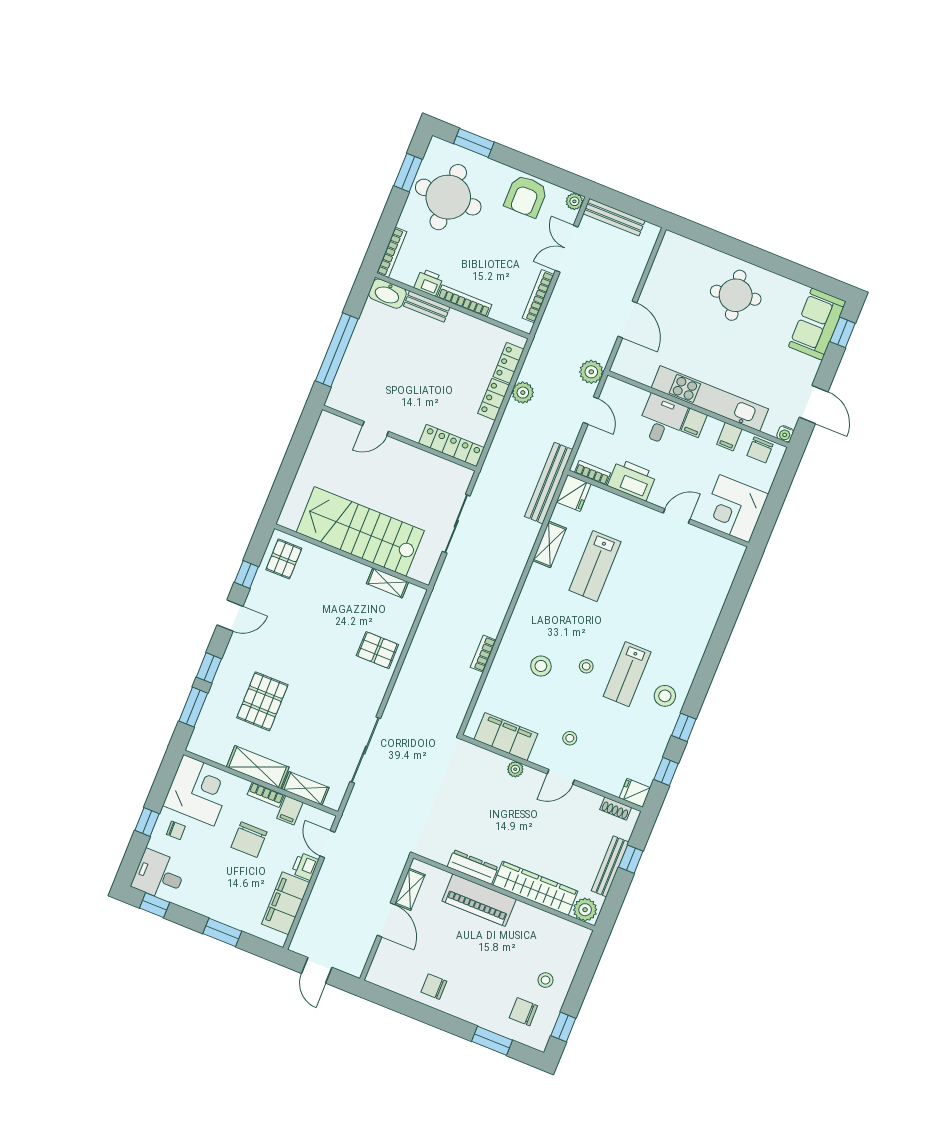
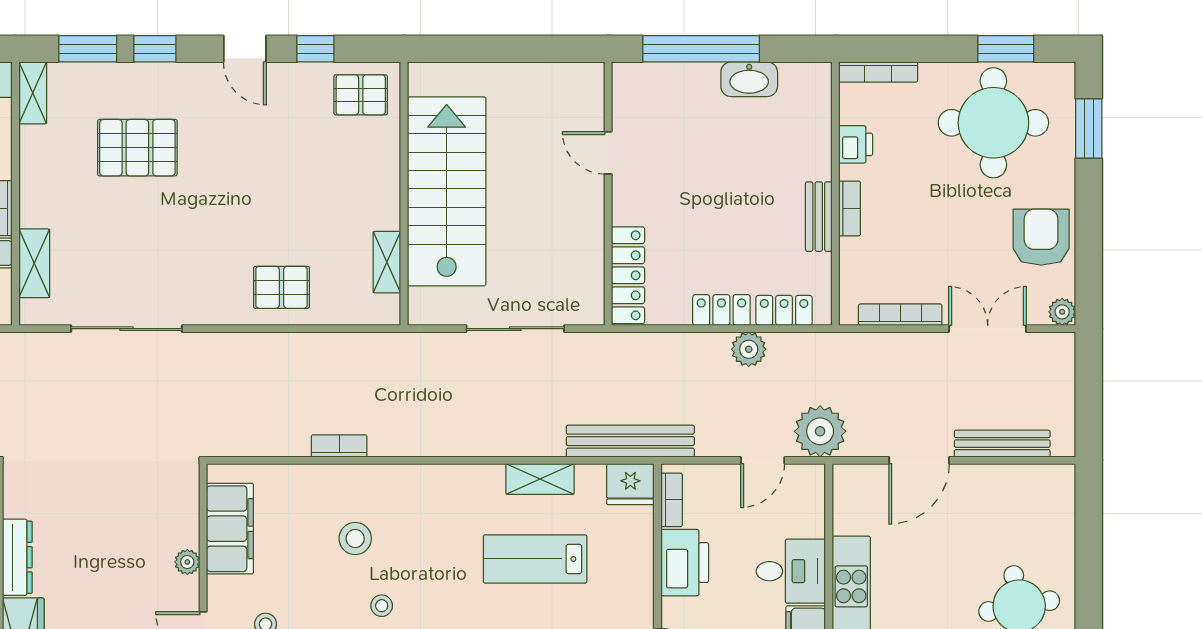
armchair: (526, 196) -> (1041, 237), turned 90
bench: (614, 217) -> (1002, 444), moved, turned 90
washbasin: (388, 294) -> (749, 79), moved, turned -90
bookcase: (464, 301) -> (850, 208), width x0.64
bench: (427, 307) -> (819, 217), moved
plant: (591, 372) -> (820, 431), width x1.36, depth x1.36
pallet: (377, 650) -> (281, 287), turned 90
shelving: (258, 767) -> (33, 93), moved, width x0.67, depth x0.75

